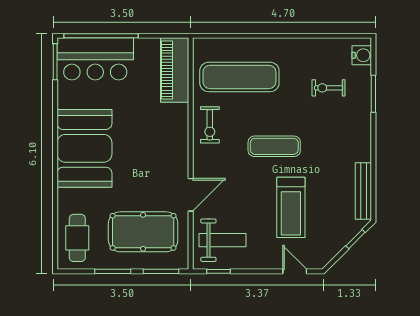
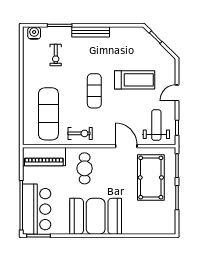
bench: (363, 191) -> (91, 32), moved
cafe table: (77, 238) -> (85, 168), moved, turned 90
door: (295, 271) -> (177, 93), moved

